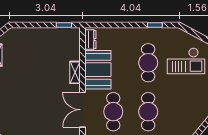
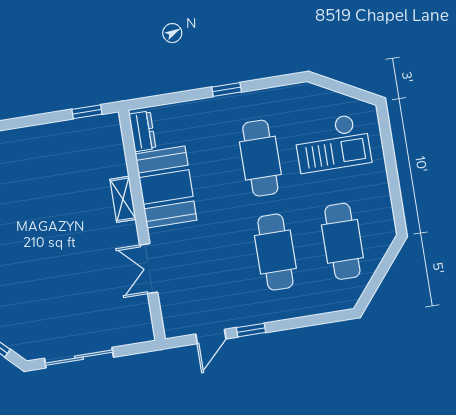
window: (155, 25) -> (227, 89), moved
double door: (82, 110) -> (149, 269), width x0.73
cafe table: (113, 112) -> (342, 241), moved

